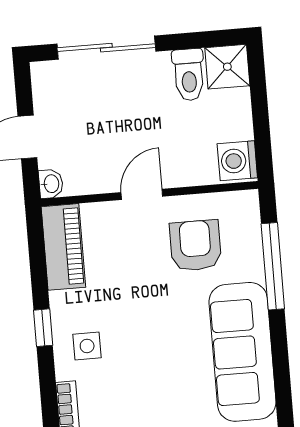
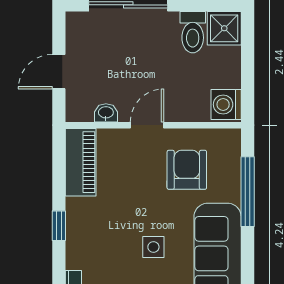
washbasin: (51, 184) -> (106, 113), moved, turned -90
side table: (87, 346) -> (153, 247), moved

